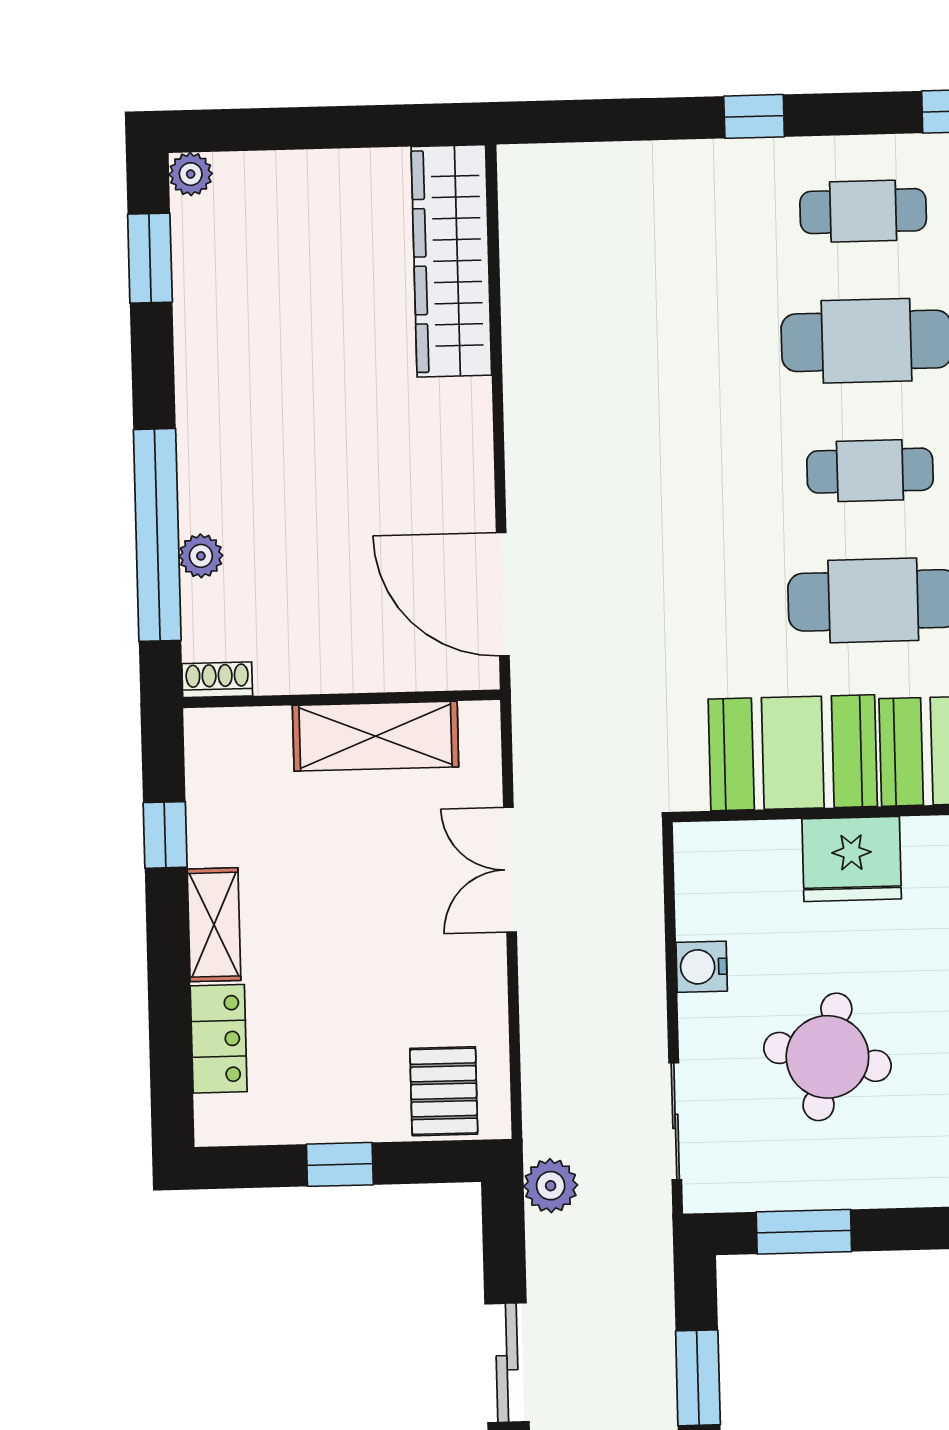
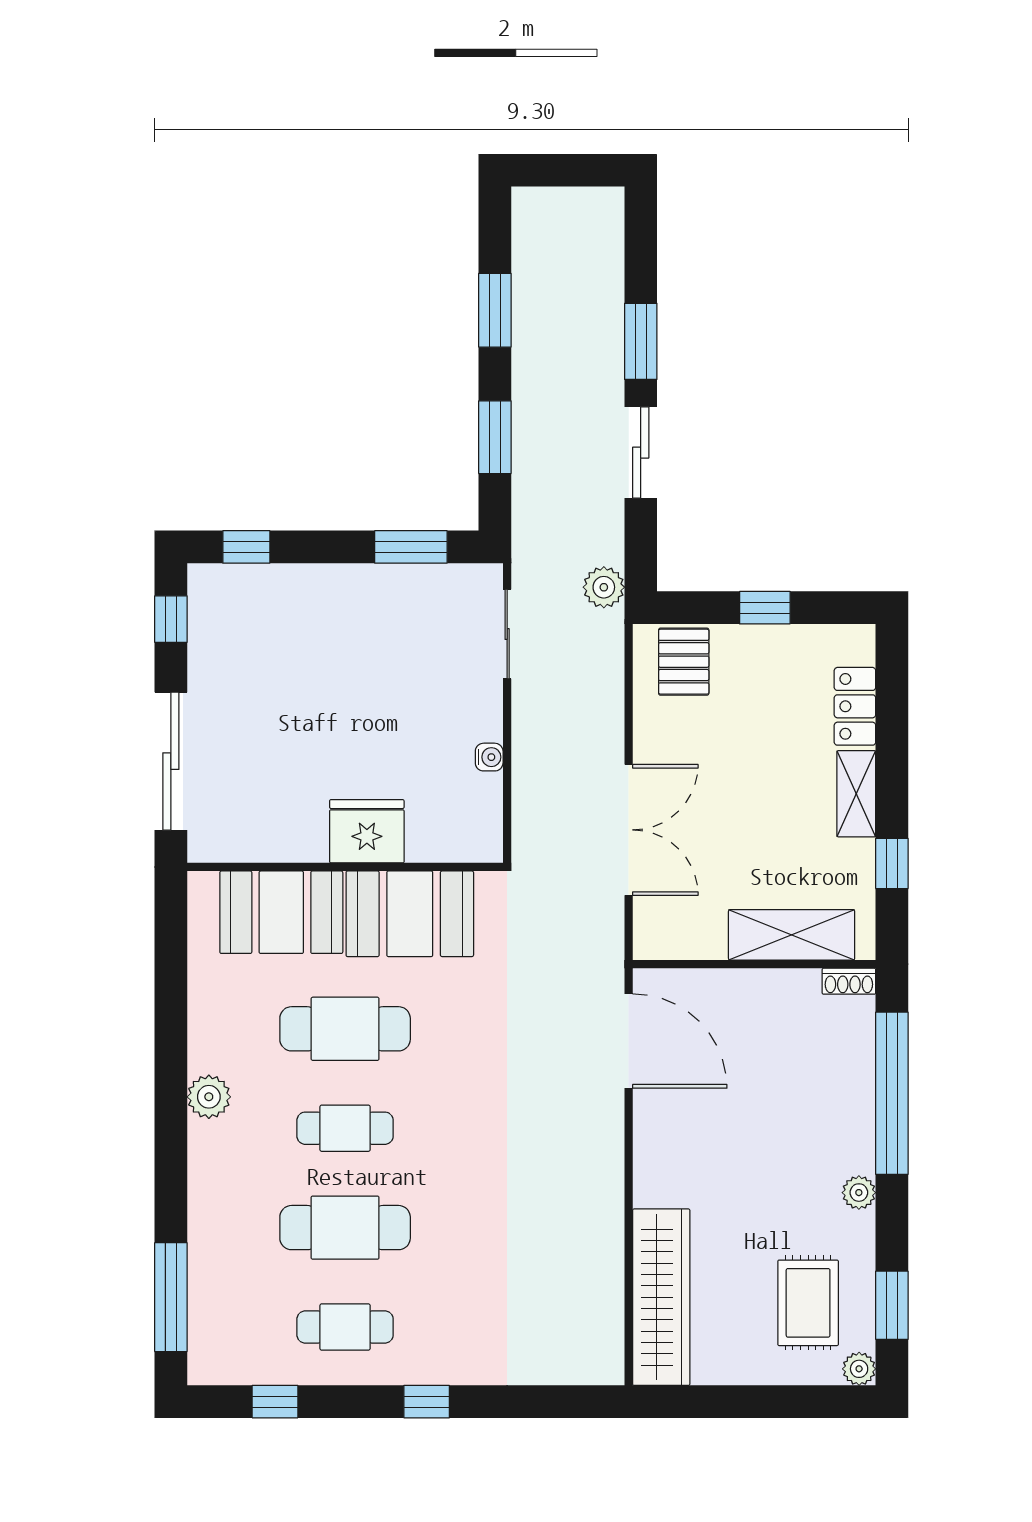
rug: (260, 258) -> (808, 1303), added
plant: (201, 556) -> (859, 1193), moved
shelving: (376, 736) -> (792, 935), moved
double door: (510, 870) -> (629, 830), width x1.37
water cooler: (702, 967) -> (489, 757), width x0.72, depth x0.72
round table: (827, 1057) -> (389, 680), removed

